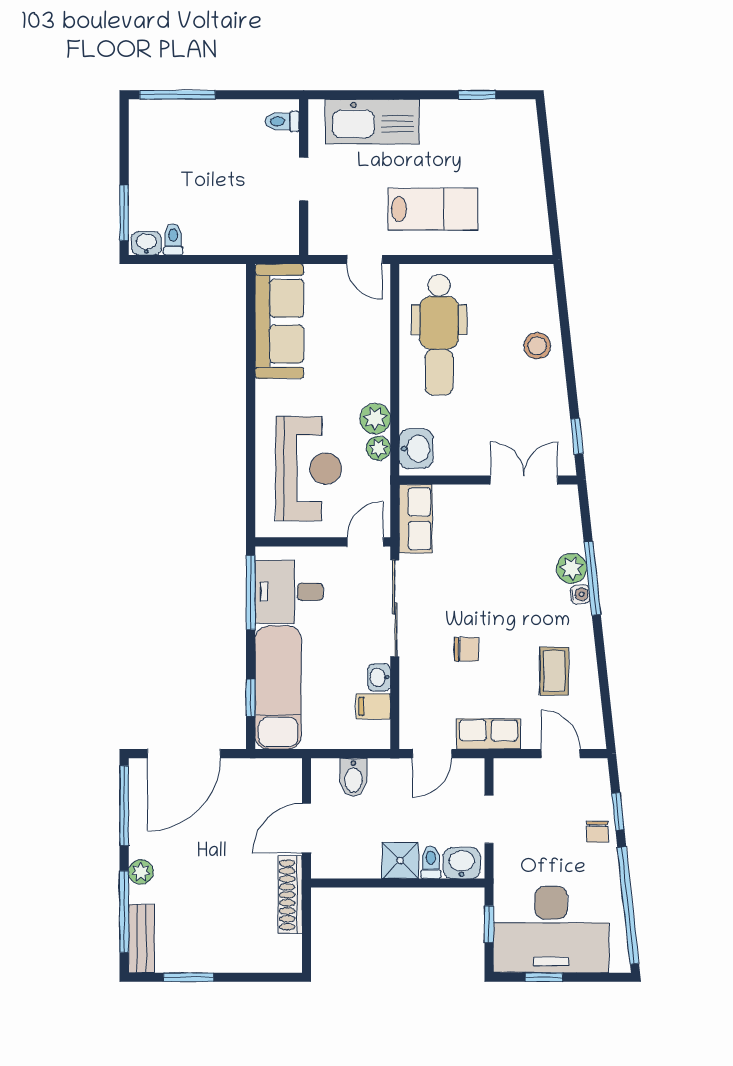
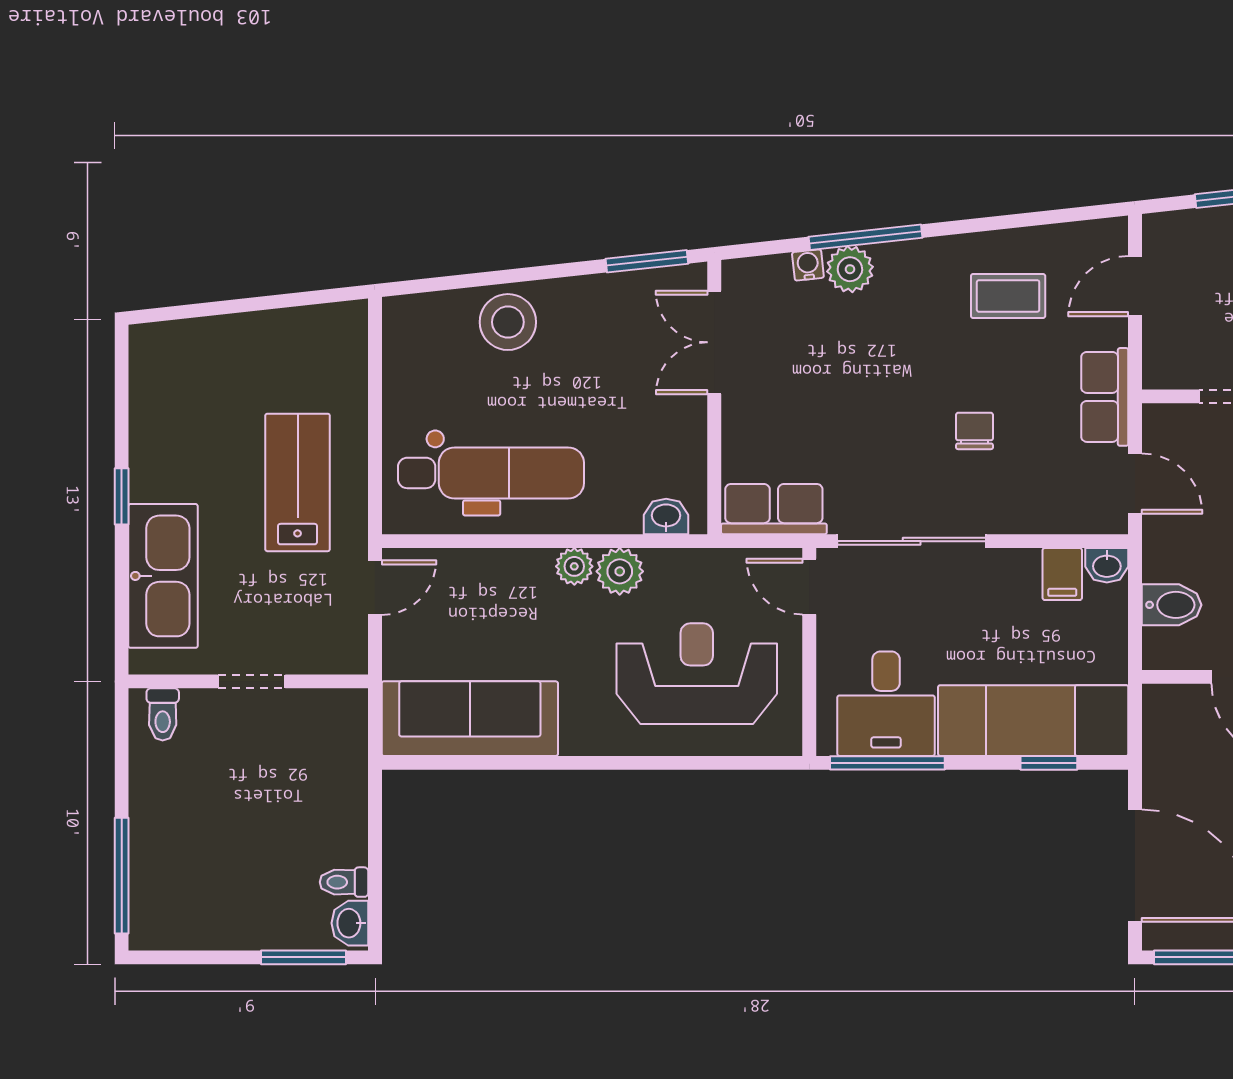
window: (477, 95) -> (122, 496), moved
stool: (537, 346) -> (508, 322), width x1.38, depth x1.38
window: (577, 436) -> (647, 261), width x1.50
plant: (378, 448) -> (574, 566), moved
washbasin: (416, 449) -> (666, 516), width x0.72, depth x0.69
water cooler: (580, 594) -> (808, 265), moved
washbasin: (379, 677) -> (1107, 565), moved

